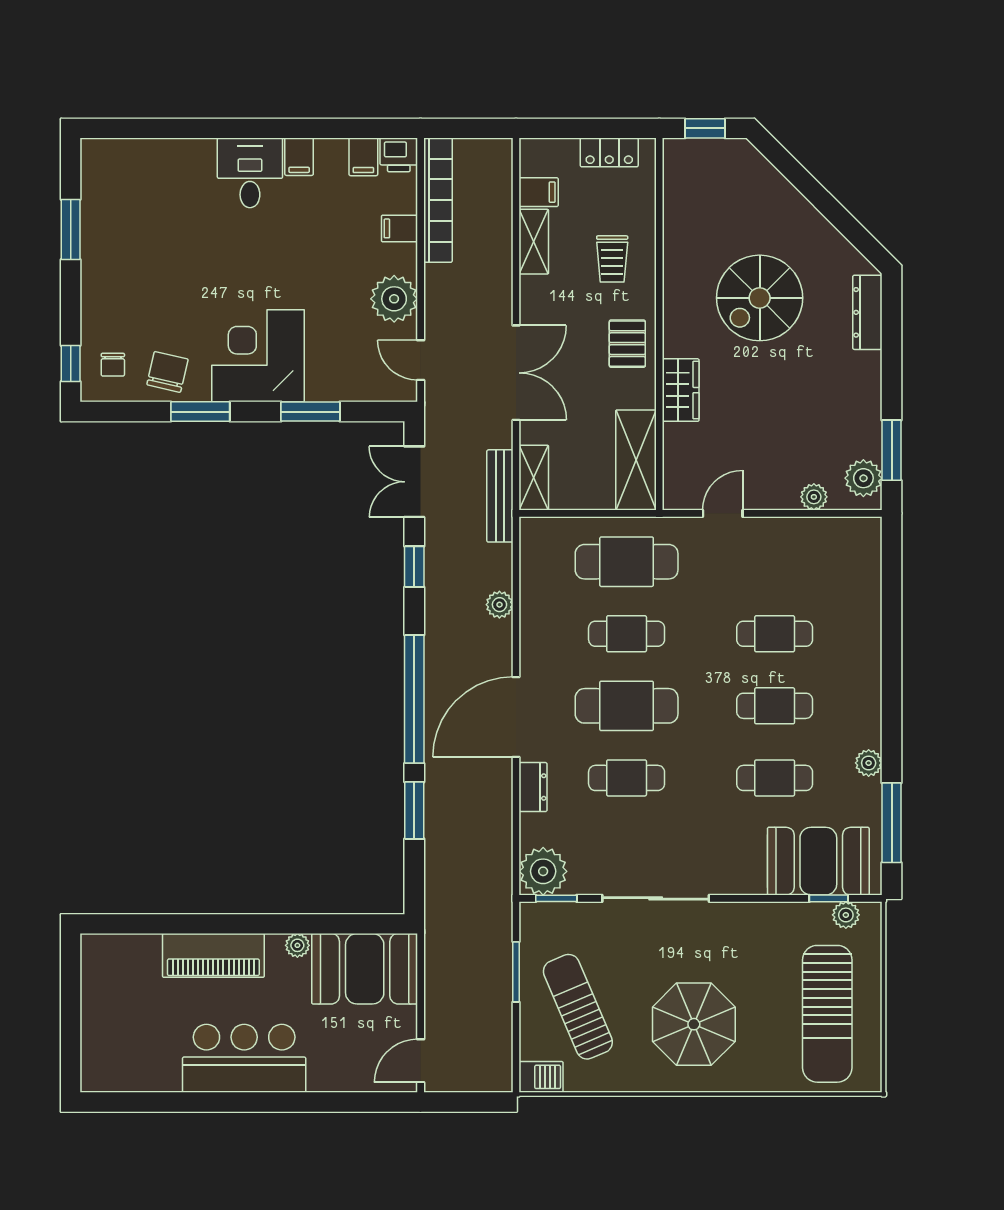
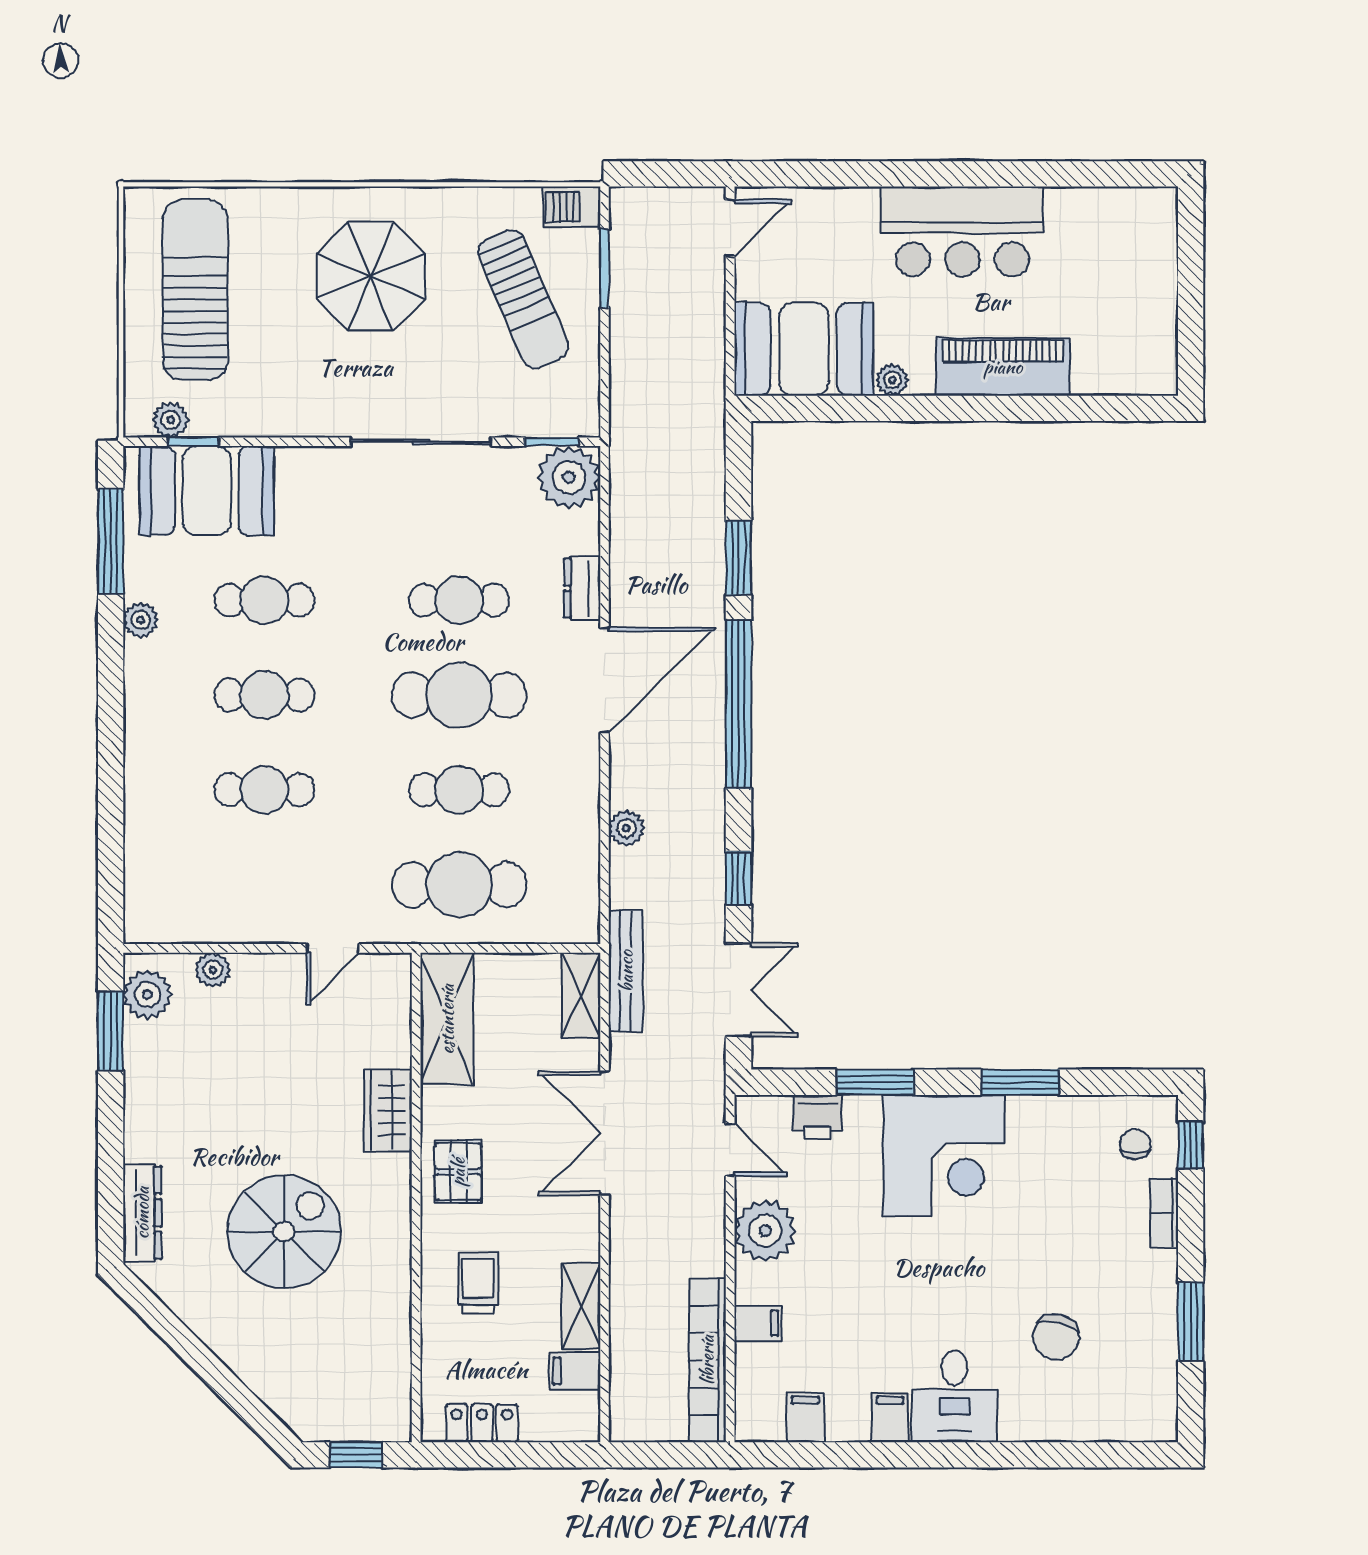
printer: (399, 155) -> (818, 1117), moved, turned 180
bookcase: (91, 312) -> (1164, 1213), added
chair: (167, 372) -> (1056, 1337), moved
window: (516, 972) -> (605, 268), moved

